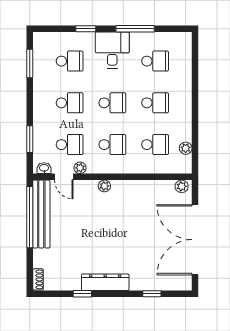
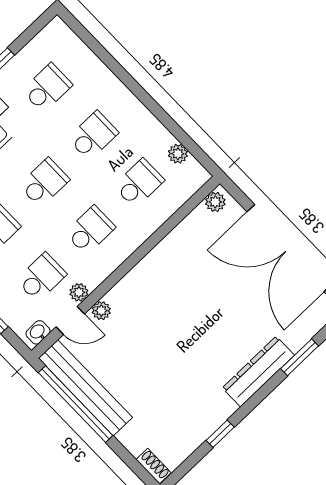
plant: (104, 186) -> (101, 311), moved
dresser: (105, 282) -> (258, 371), moved
window: (152, 294) -> (300, 357), width x1.50

